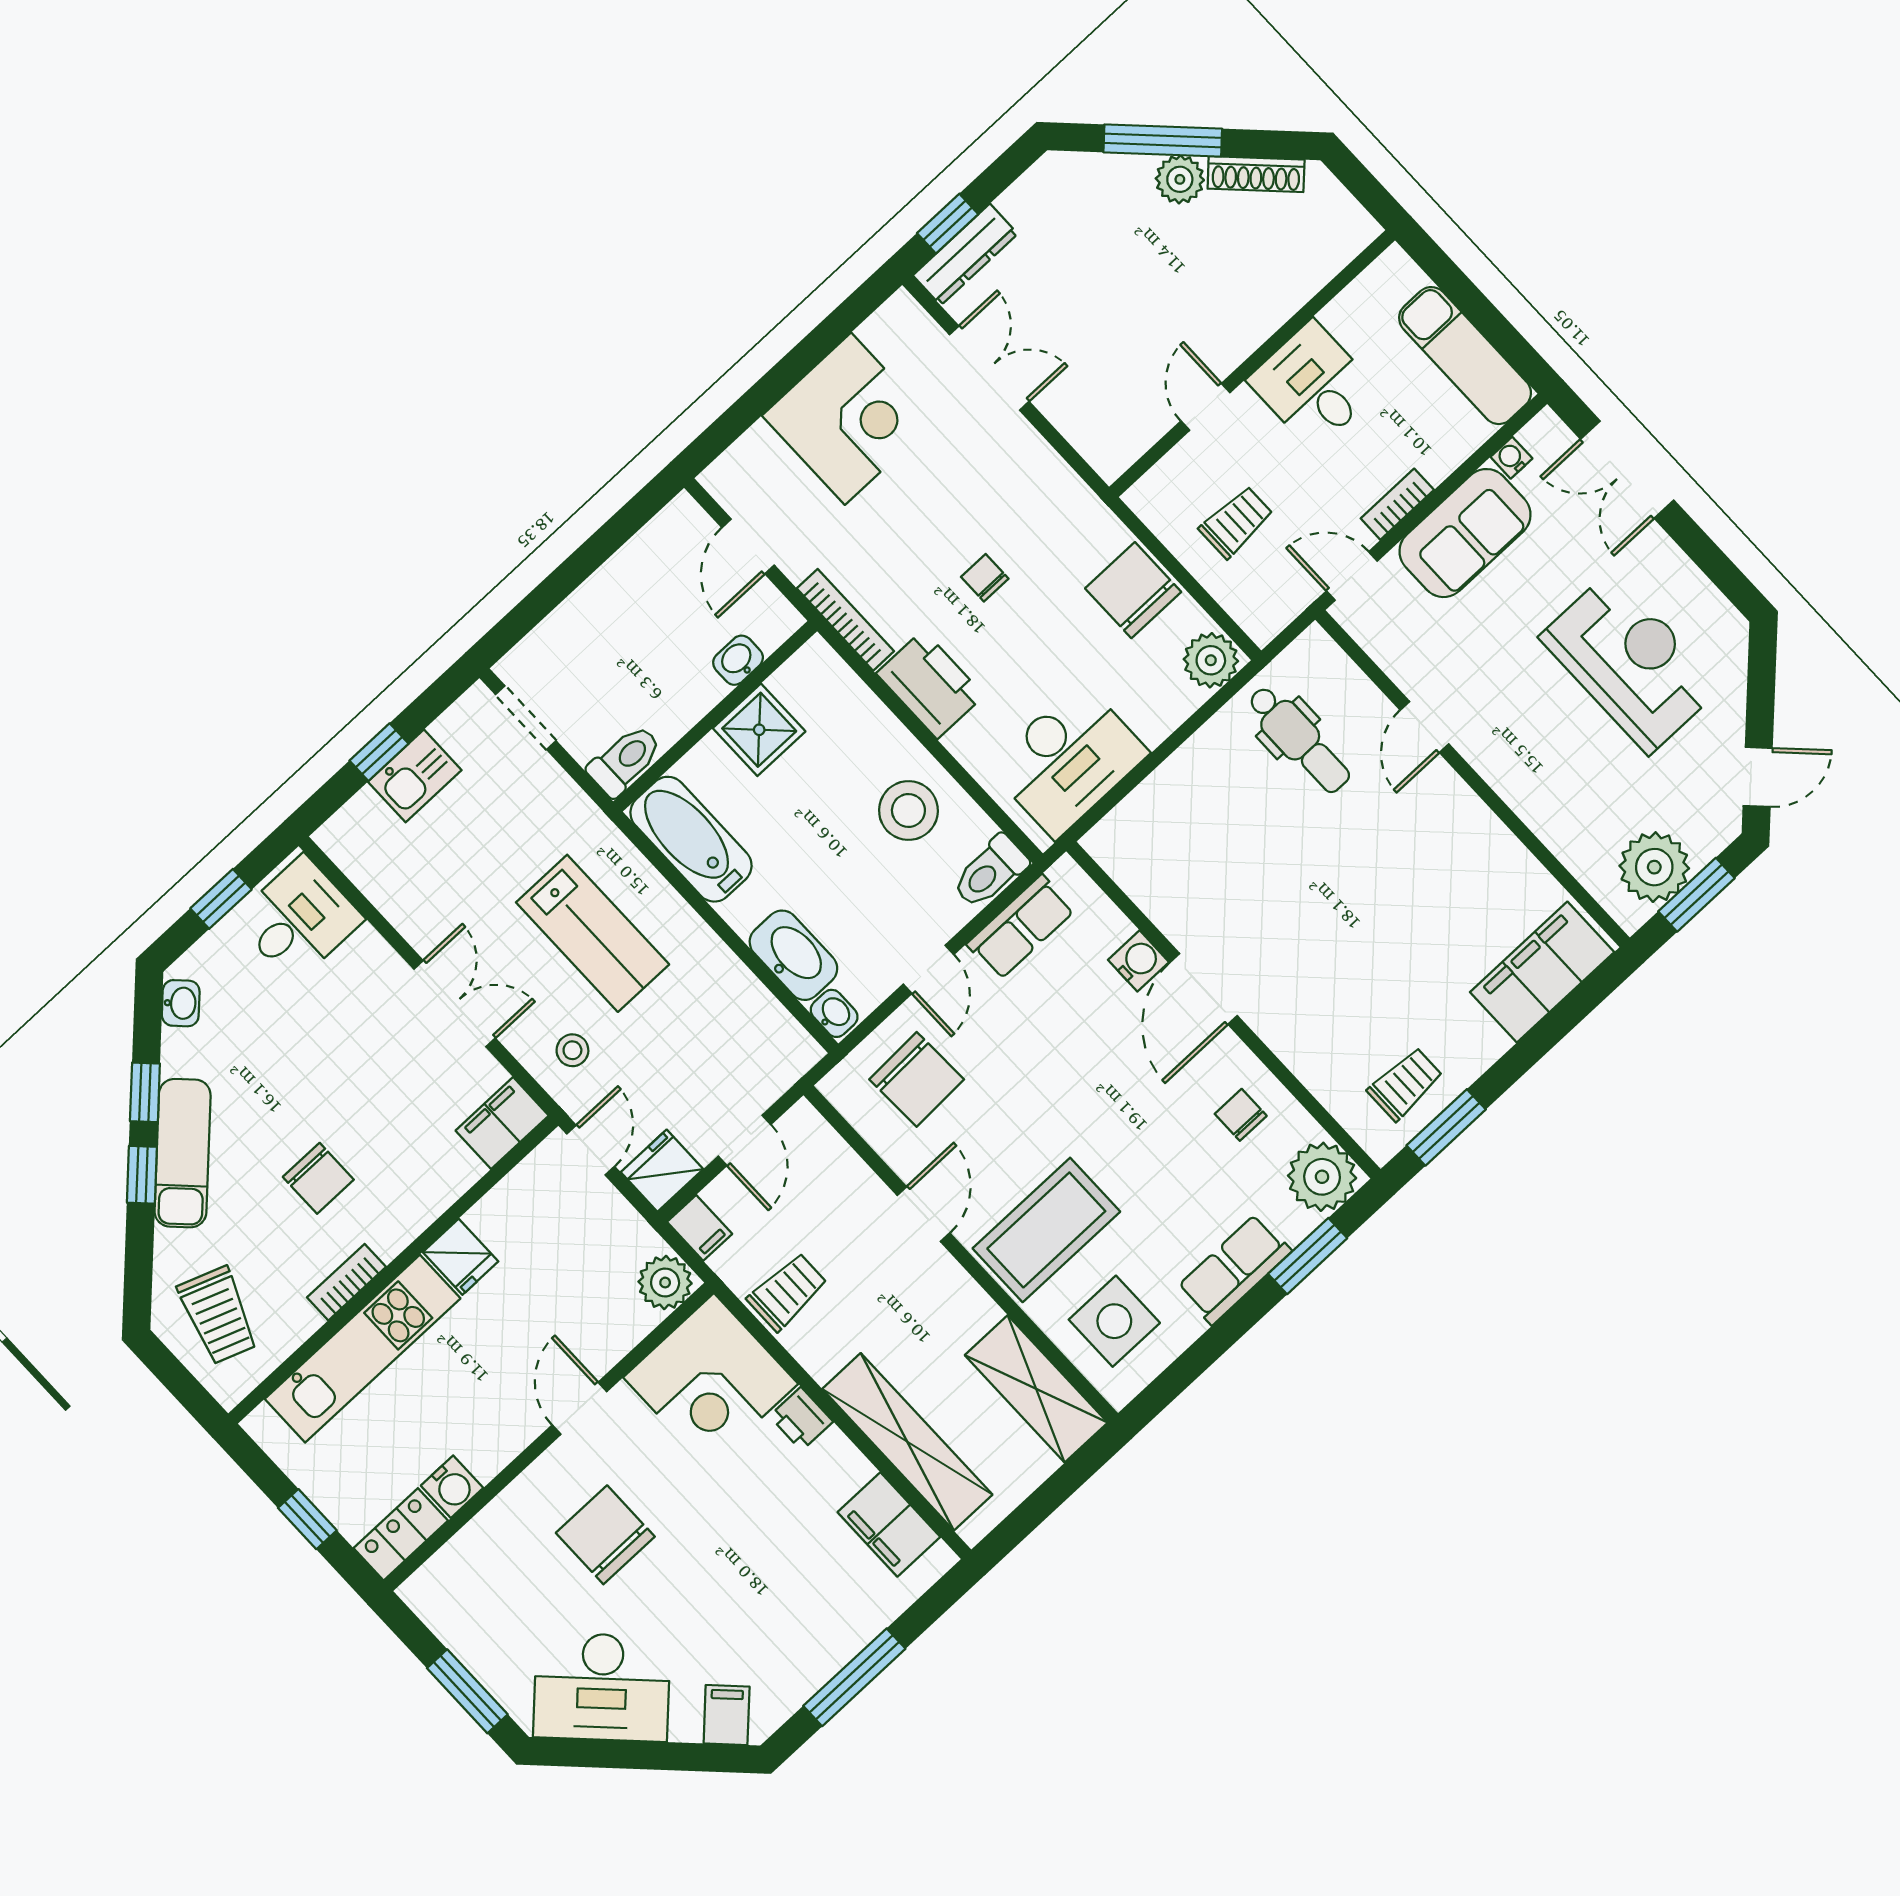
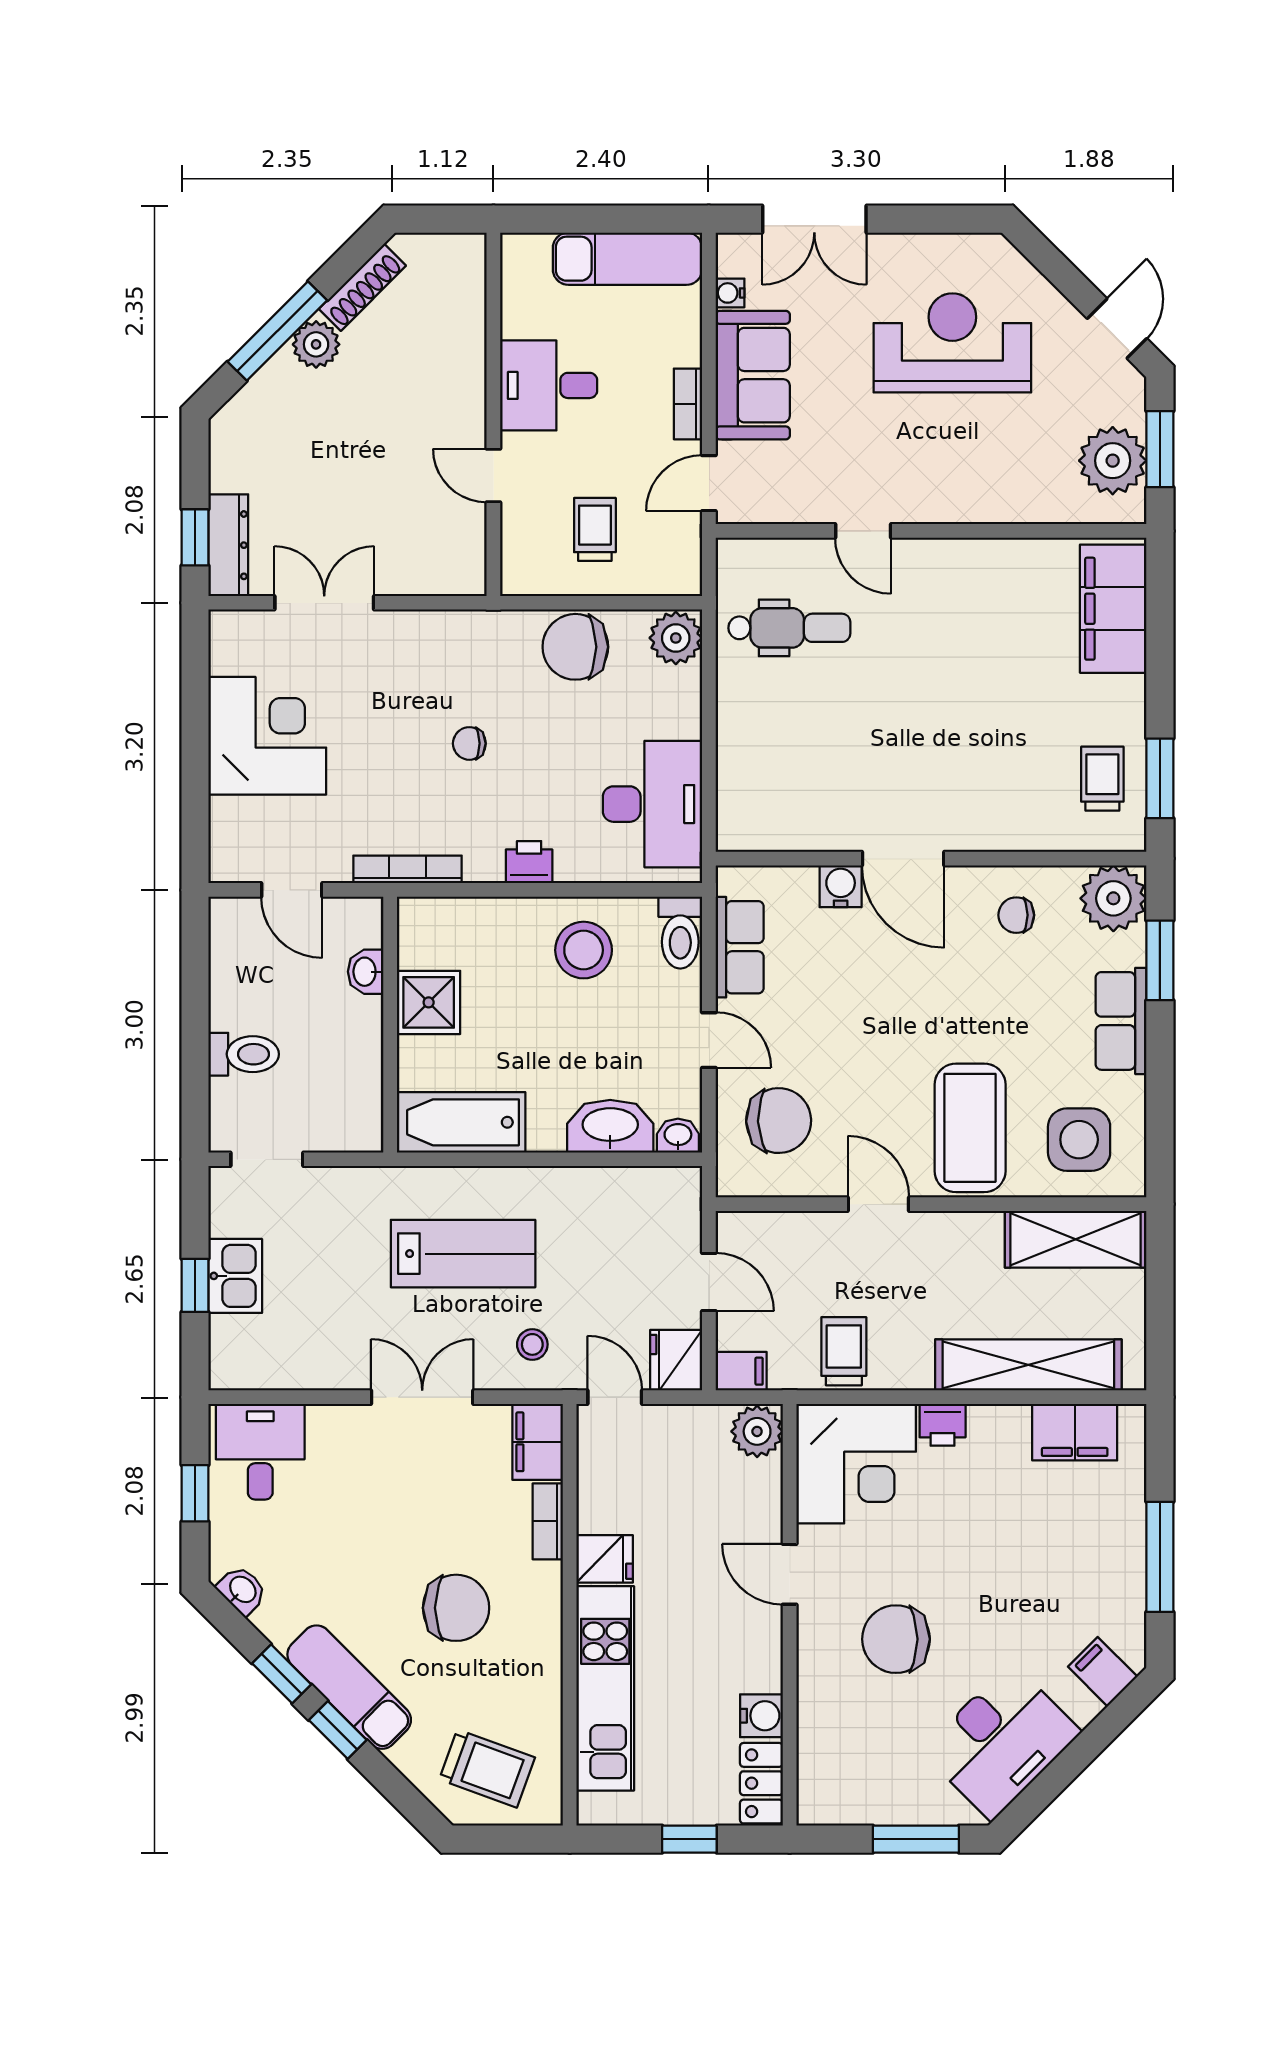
printer: (930, 684) -> (529, 862), width x0.53, depth x0.68
toilet: (625, 760) -> (244, 1054), moved, turned 90
chair: (318, 1178) -> (456, 1608), width x1.37, depth x1.37
bookcase: (346, 1282) -> (548, 1521), moved

